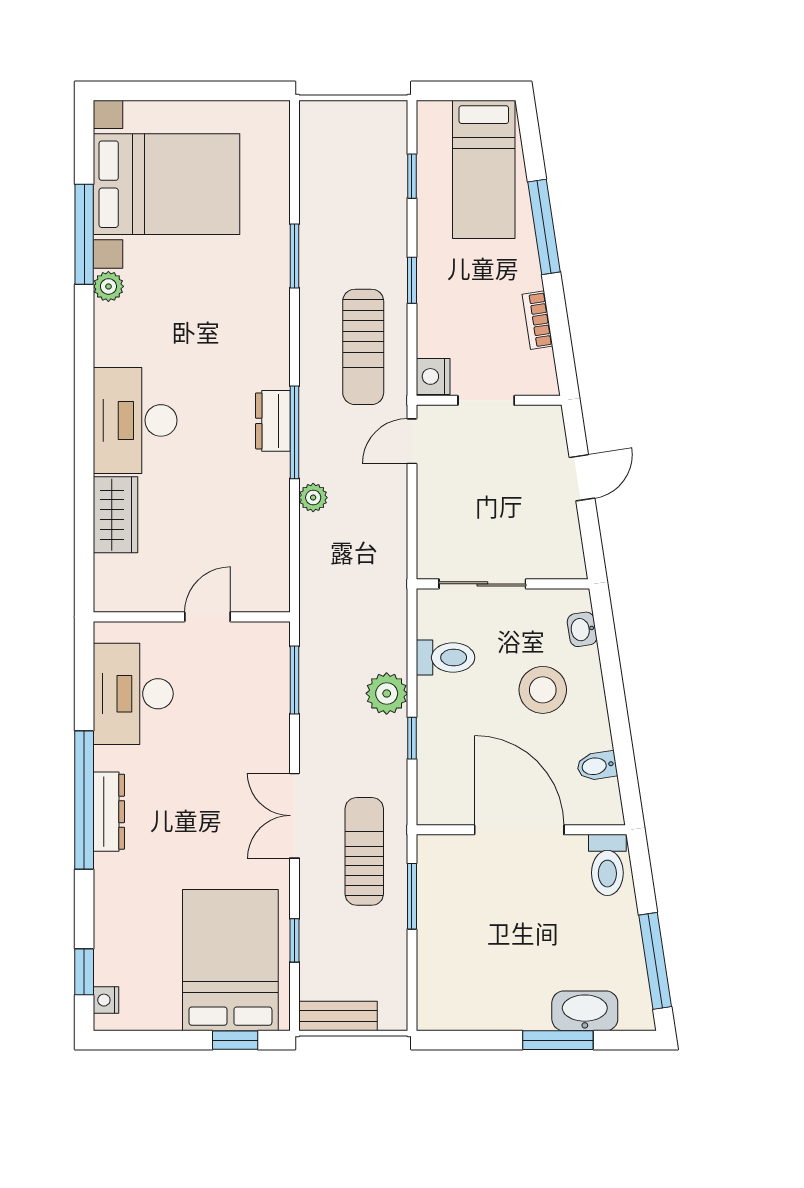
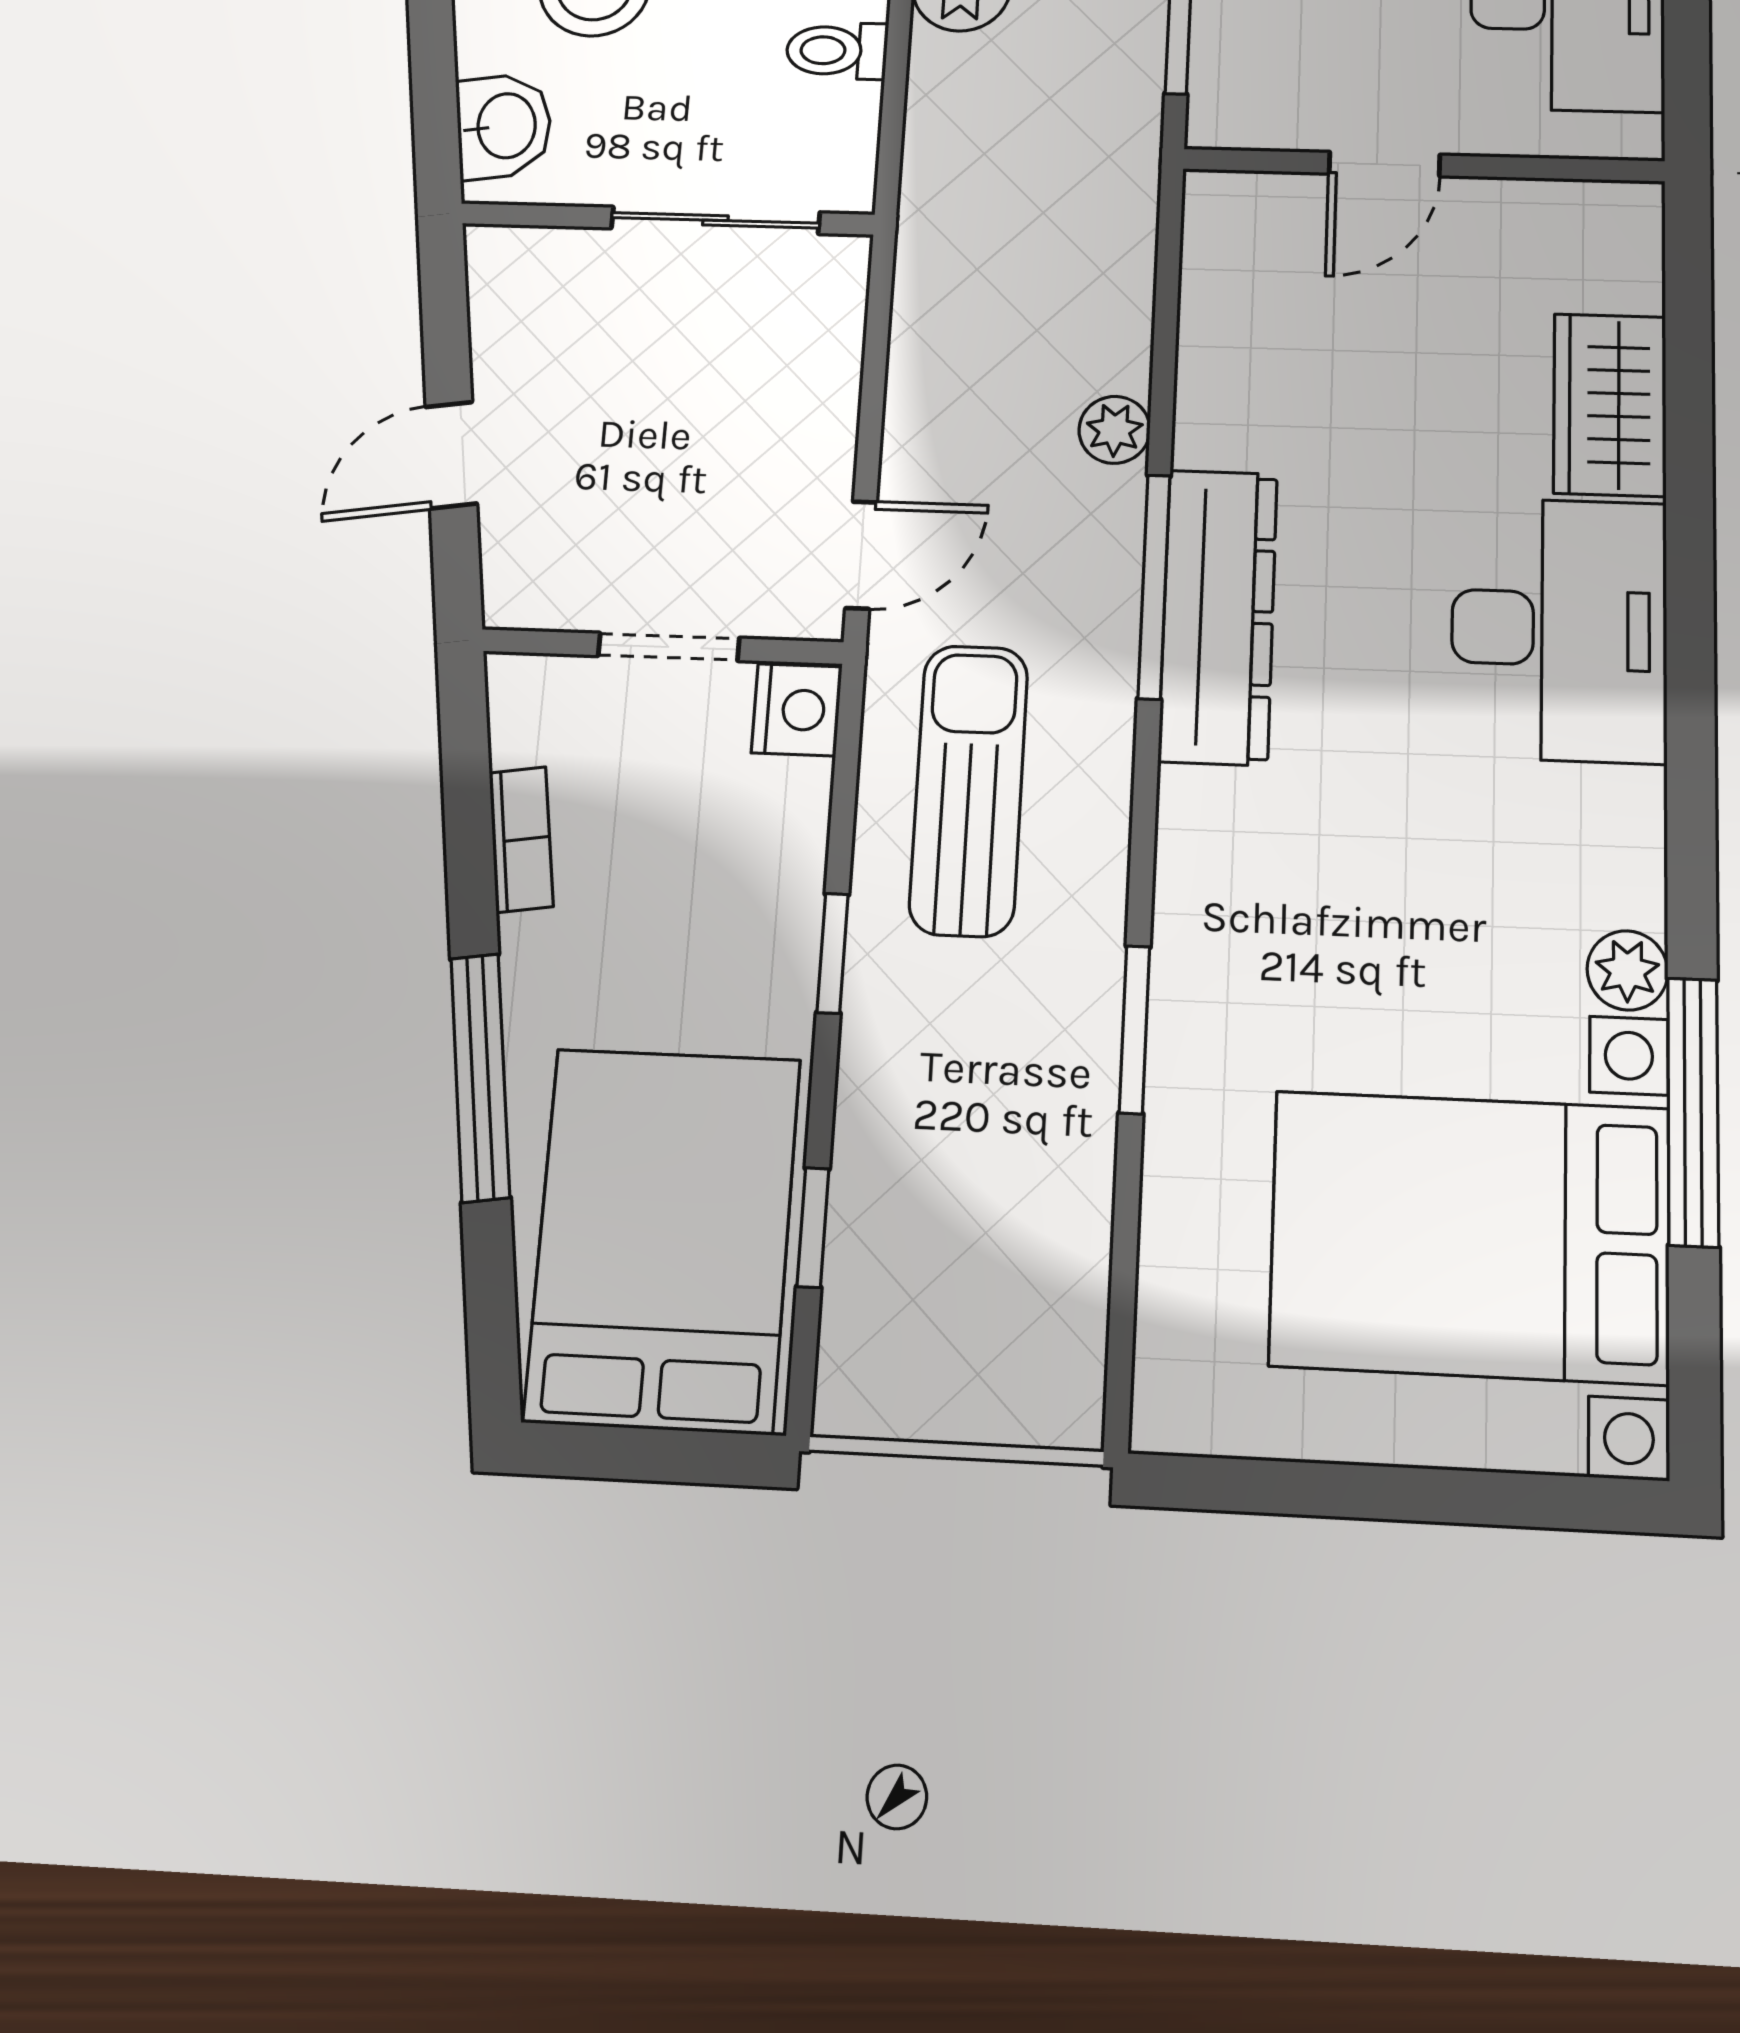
bed: (484, 169) -> (663, 1239), width x1.50
dresser: (273, 421) -> (1218, 616), width x1.96, depth x1.24
washbasin: (582, 629) -> (504, 126), width x1.38, depth x1.45
toilet: (445, 657) -> (837, 51), width x0.73, depth x0.72

